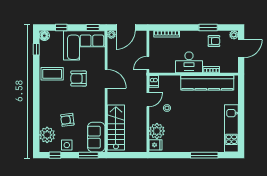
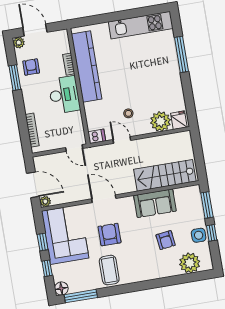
window: (93, 27) -> (43, 242), moved
window: (36, 49) -> (81, 296), width x2.17
armchair: (79, 79) -> (110, 235), turned 180
door: (106, 79) -> (104, 199), hinge flipped
sofa: (96, 137) -> (155, 203), moved
window: (55, 155) -> (212, 233), moved

